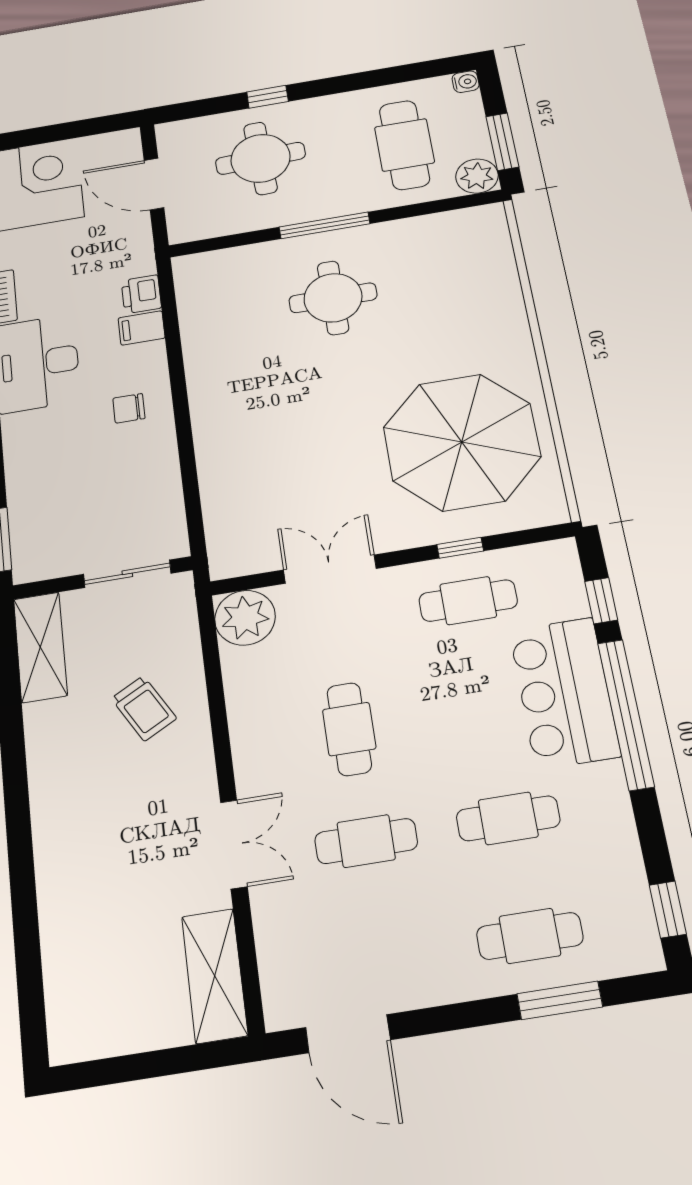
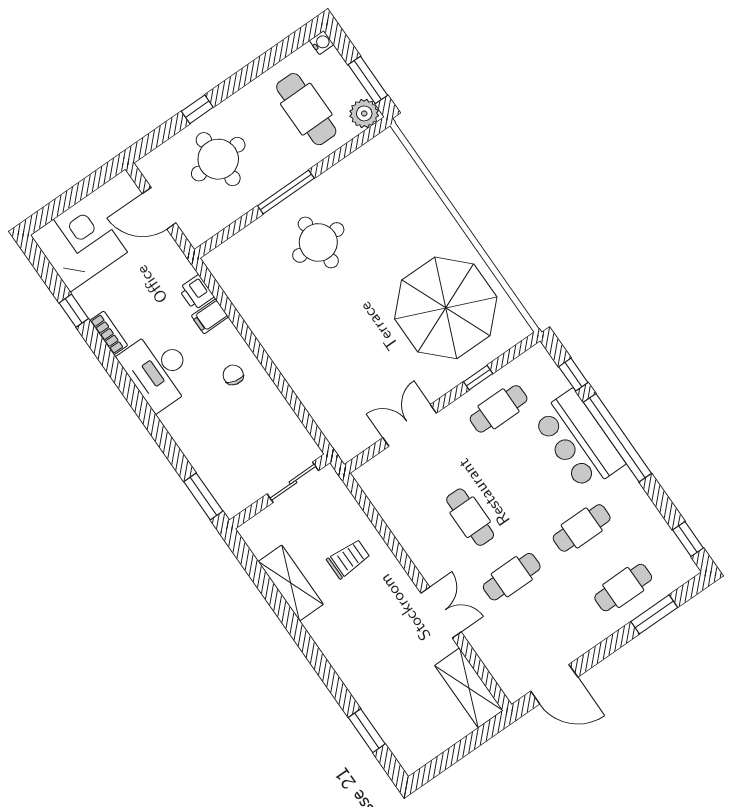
chair: (129, 408) -> (233, 375), turned 103
plant: (245, 618) -> (377, 478), removed
shelving: (40, 647) -> (291, 583), moved
trolley: (144, 708) -> (348, 559), turned -61
window: (29, 966) -> (367, 731), added

